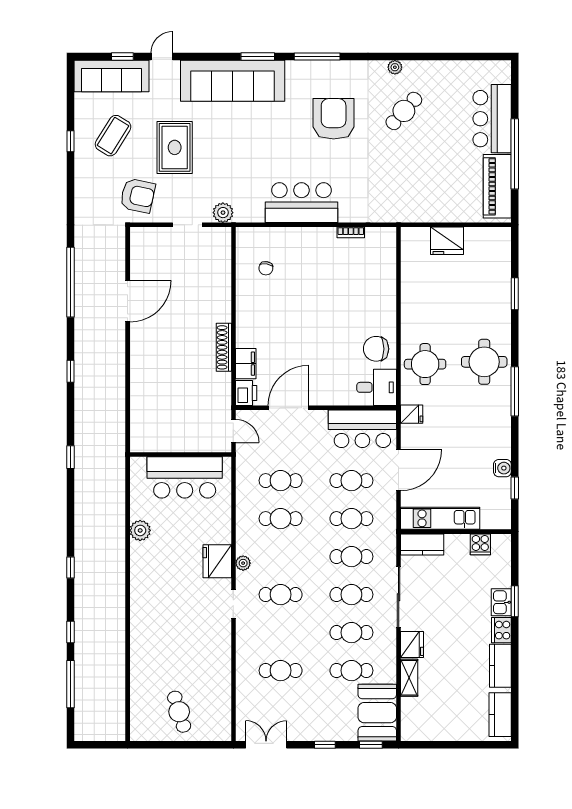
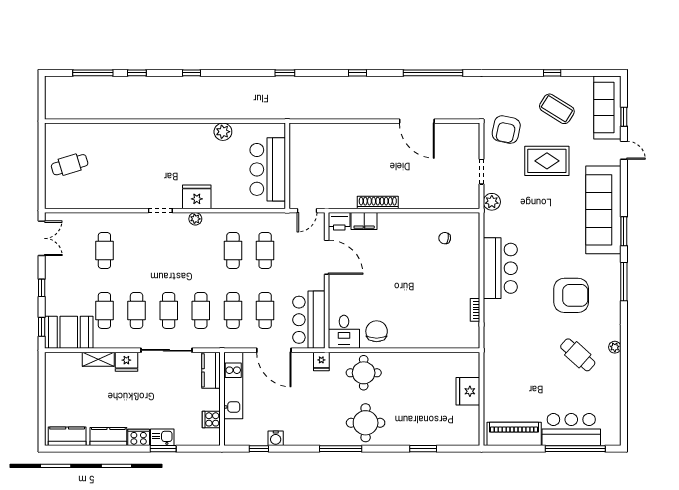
window: (515, 154) -> (575, 449), moved
cafe table: (281, 595) -> (169, 251), removed

